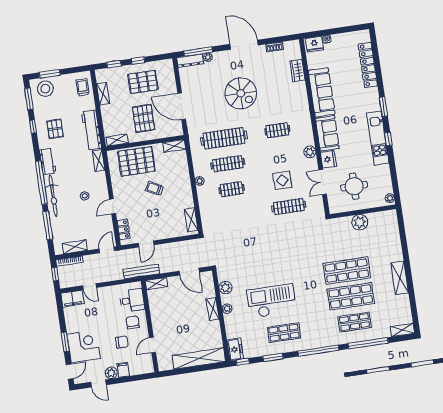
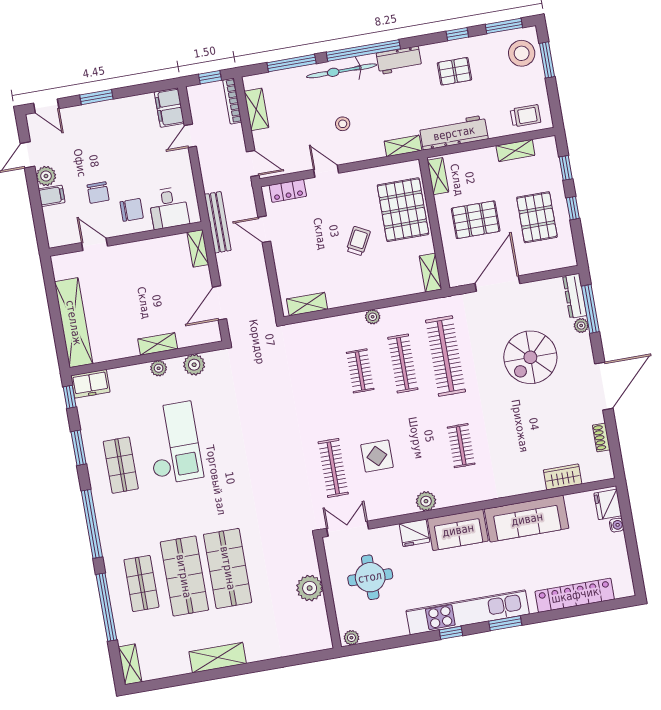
spiral stairs: (241, 93) -> (530, 357), moved
kitchen unit: (378, 138) -> (468, 612), width x1.36
double door: (323, 182) -> (348, 529), moved
corner desk: (84, 346) -> (90, 128), removed

